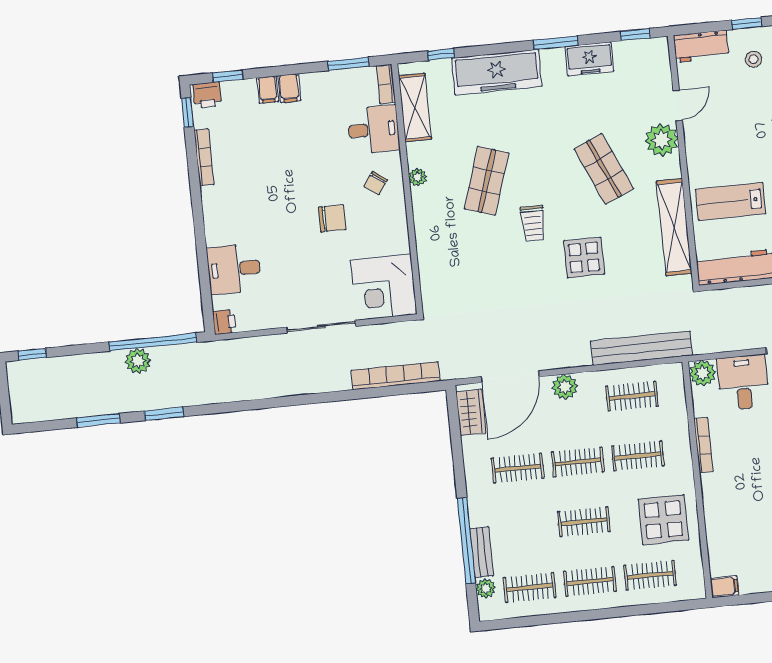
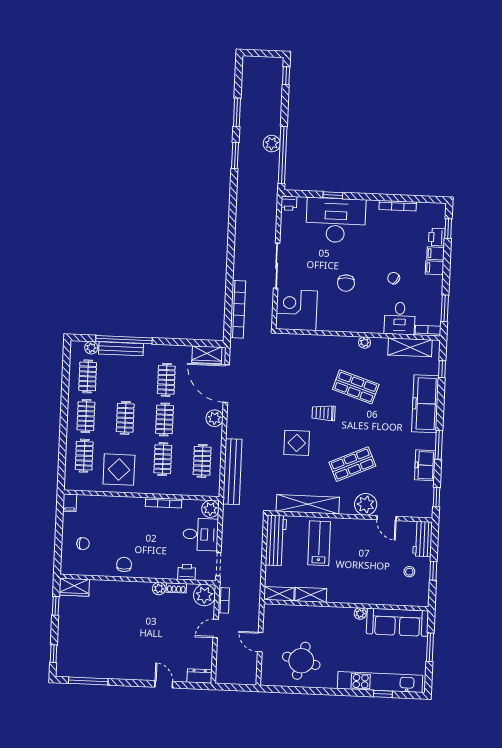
printer: (207, 95) -> (437, 237), moved
window: (188, 112) -> (333, 195), moved
chair: (376, 183) -> (394, 278), moved
desk: (234, 269) -> (336, 220), width x1.87, depth x1.30
bench: (482, 552) -> (121, 349), width x1.36

